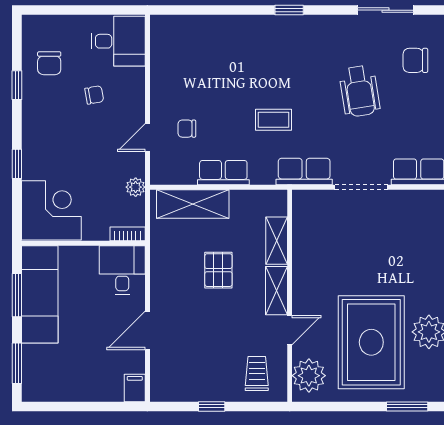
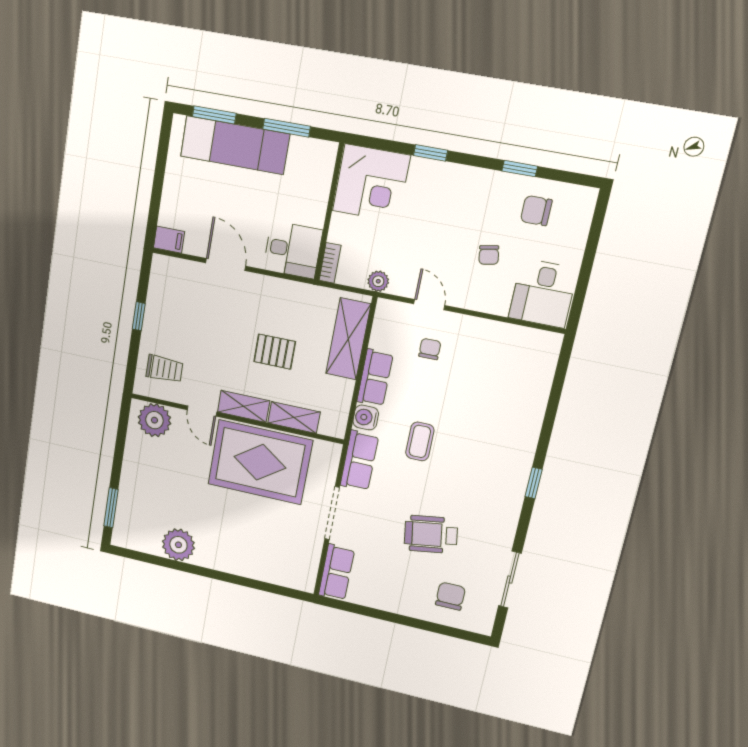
water cooler: (262, 174) -> (366, 417), added
exam couch: (40, 294) -> (235, 145), moved
rug: (371, 342) -> (260, 462), moved

